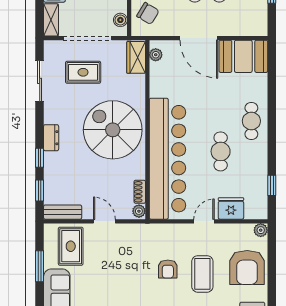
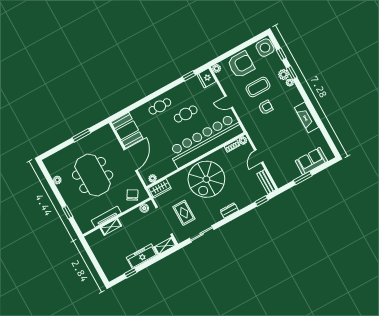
window: (40, 158) -> (244, 211), removed
fridge: (231, 208) -> (206, 78), moved
rug: (71, 246) -> (282, 167), removed

